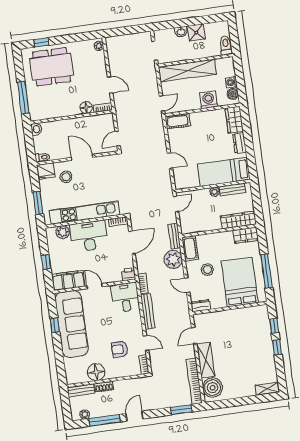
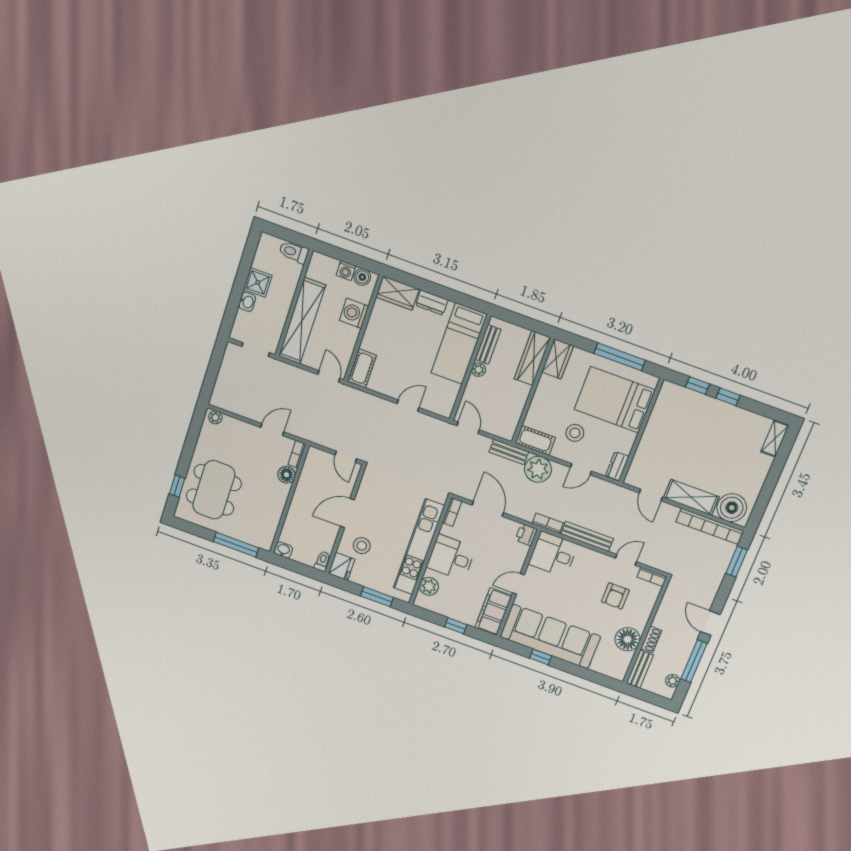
desk: (89, 236) -> (451, 557), width x0.73

